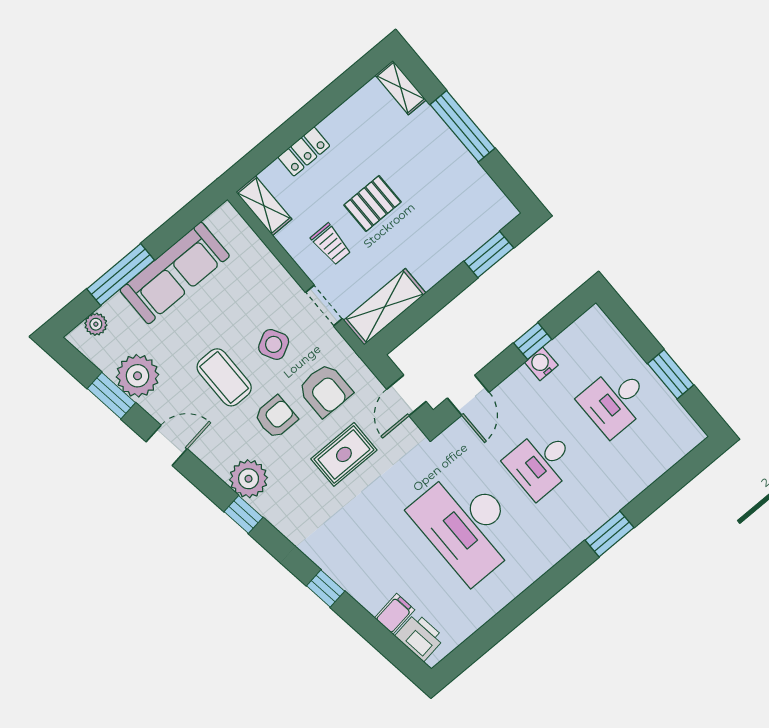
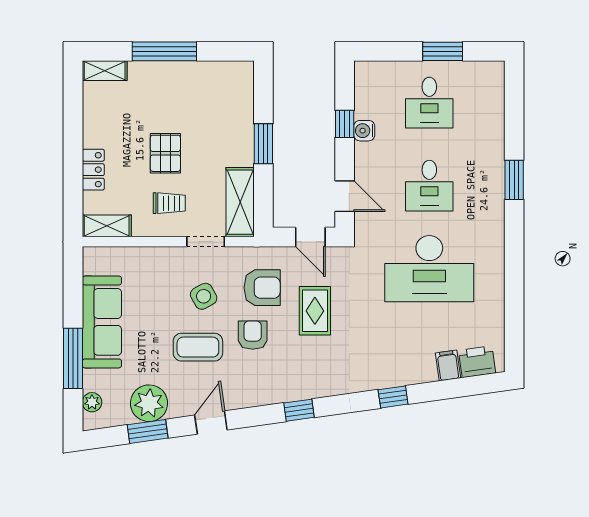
window: (489, 255) -> (263, 144), moved
plant: (249, 479) -> (278, 387), removed

